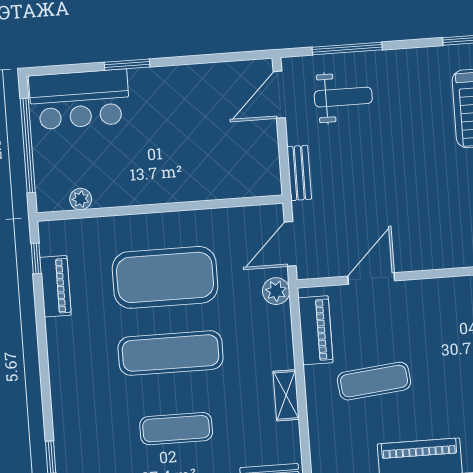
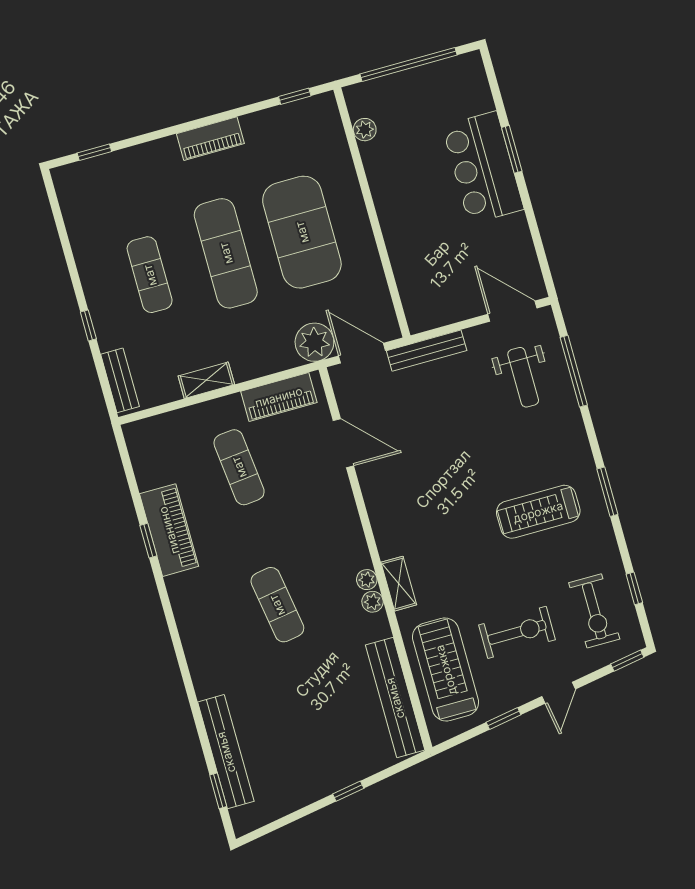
bar counter: (79, 99) -> (483, 168), moved
bench: (299, 173) -> (427, 351), width x1.36
piano: (55, 286) -> (210, 139), moved
plant: (276, 291) -> (314, 342), width x1.36, depth x1.36

